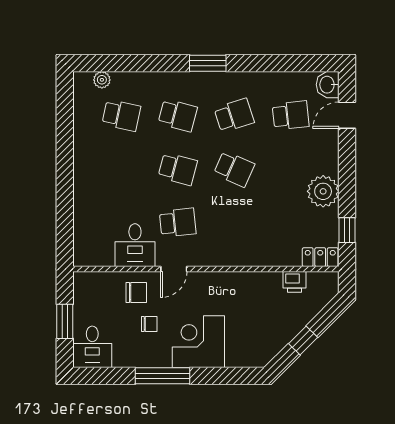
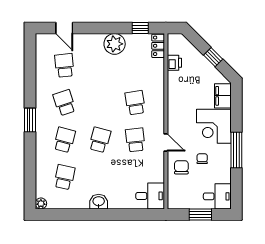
plant: (102, 80) -> (41, 203), moved
washbasin: (328, 85) -> (99, 202), moved, turned 180
school desk: (234, 169) -> (135, 103), moved, turned -33
desk: (135, 245) -> (150, 196), moved
filing cabinet: (244, 355) -> (223, 96), added

